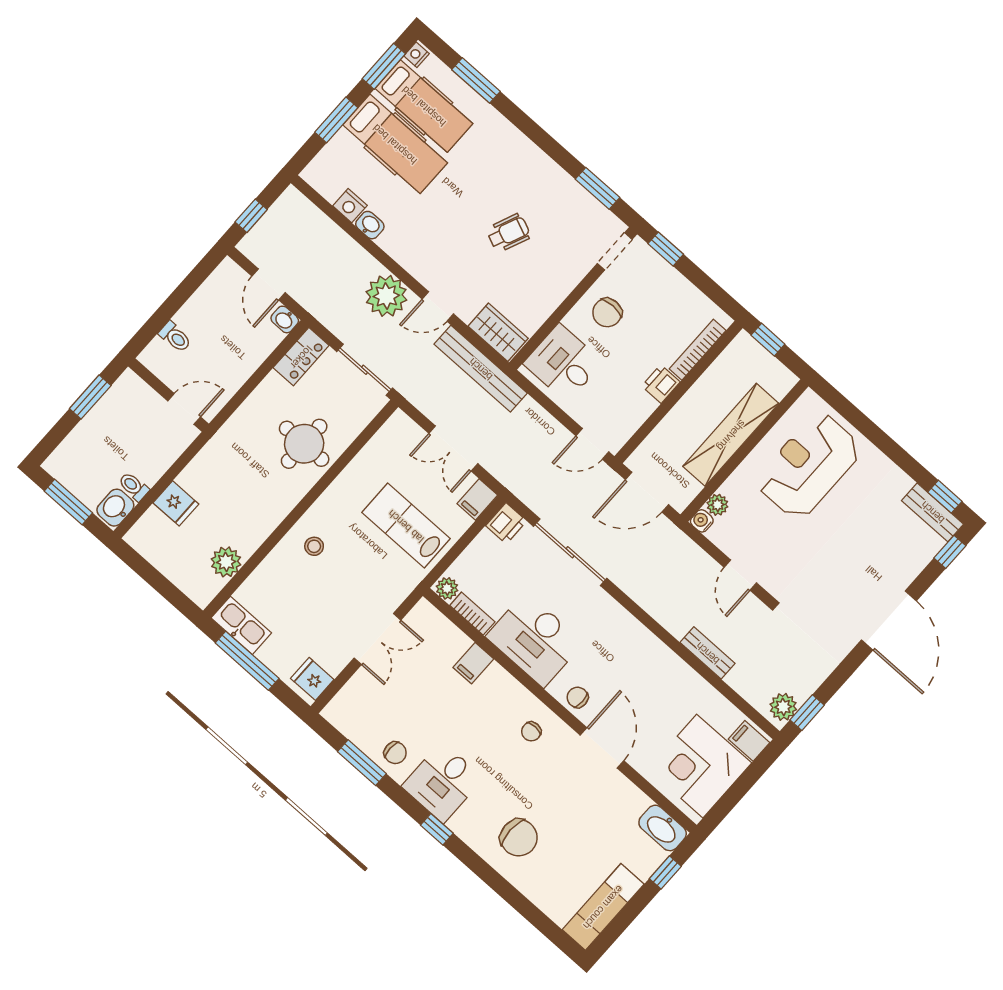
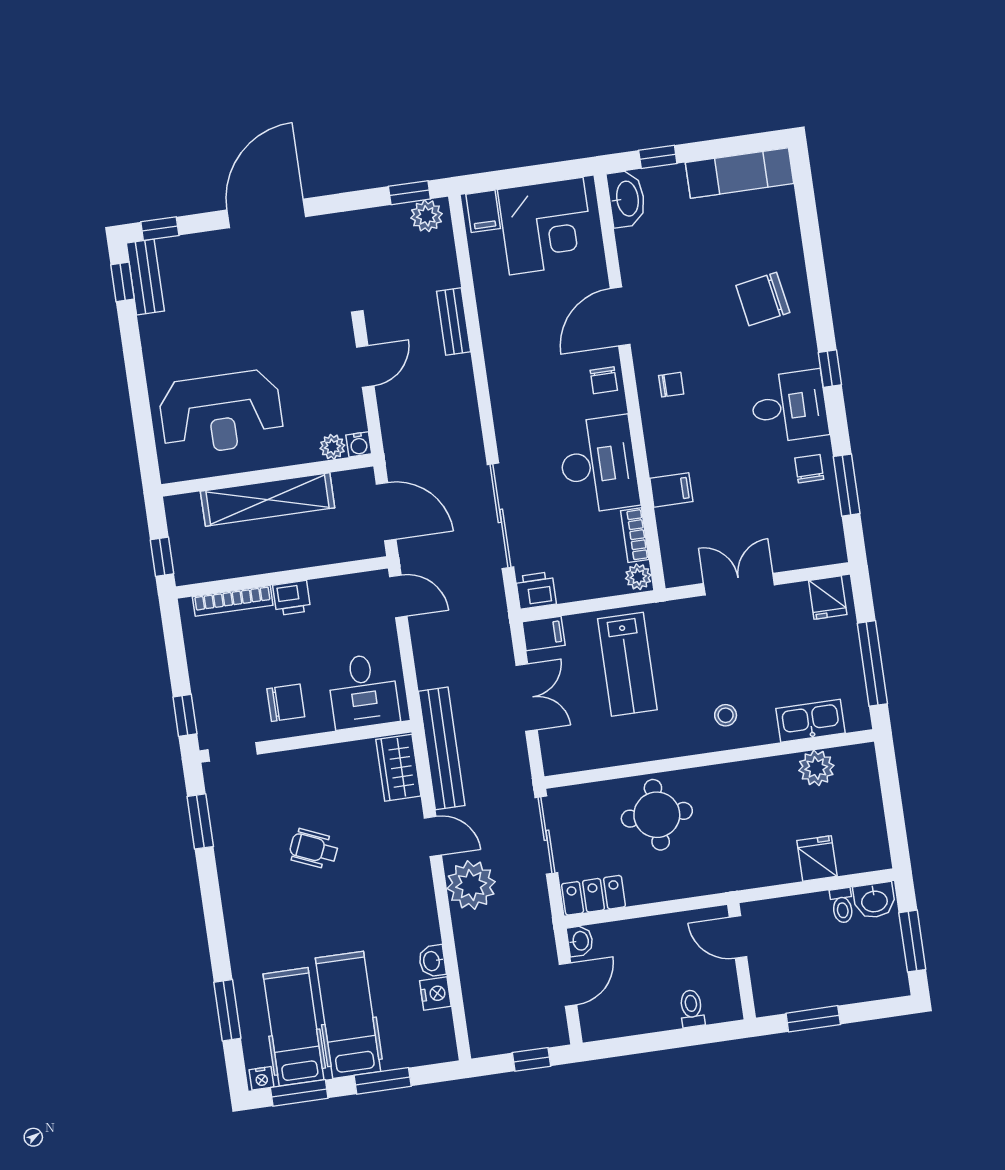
kitchen sink: (241, 625) -> (811, 721), moved, turned 90
chair: (519, 838) -> (763, 299), turned -100

